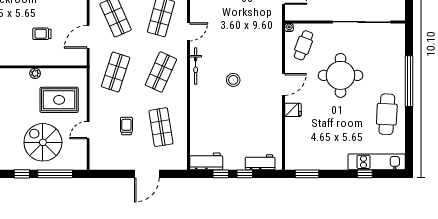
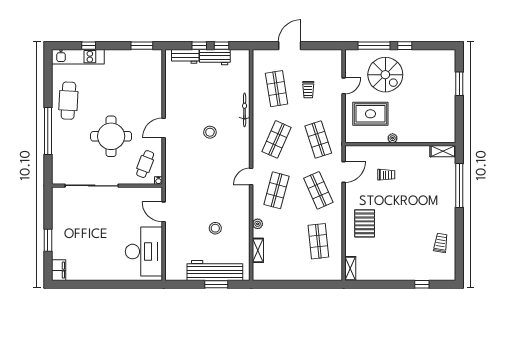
bicycle: (196, 66) -> (245, 110), moved
shop shelf: (116, 72) -> (318, 139), turned -36
fridge: (293, 110) -> (155, 105), removed
workbench: (206, 161) -> (215, 57), moved

